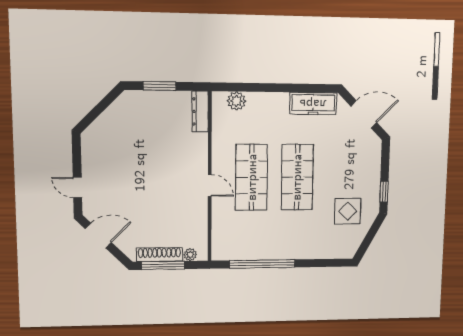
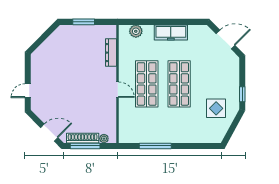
freezer: (313, 104) -> (171, 32), moved
dresser: (200, 111) -> (111, 53), moved
door: (77, 187) -> (28, 91), hinge flipped
door: (98, 236) -> (49, 133), moved
window: (262, 264) -> (155, 146), width x0.68

